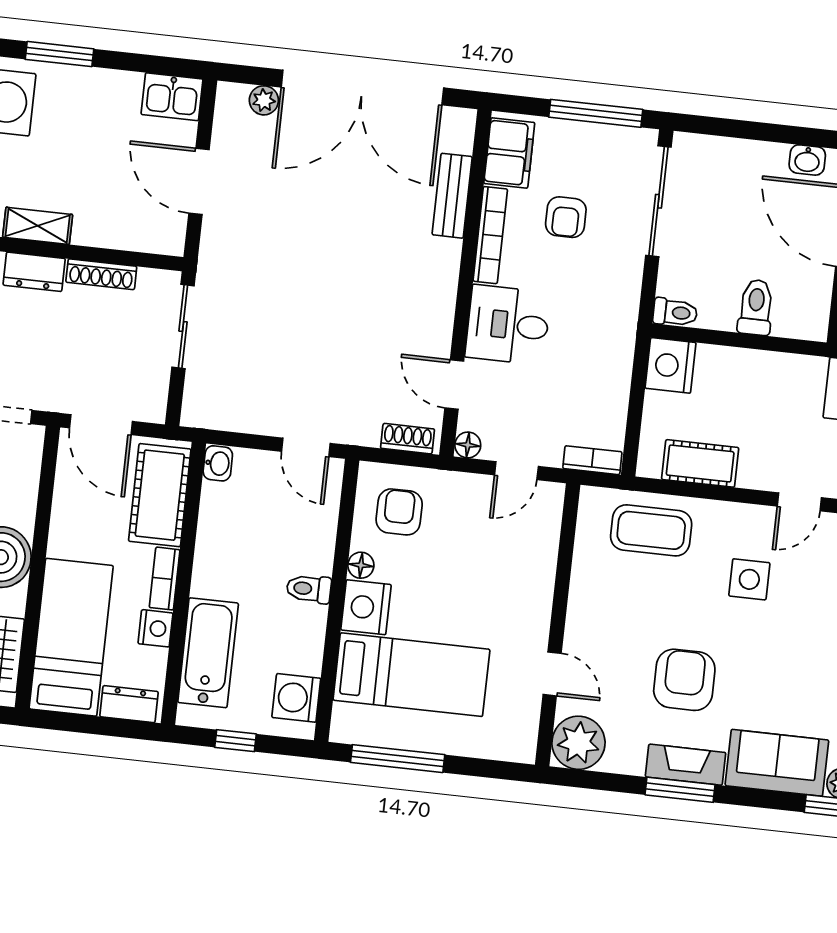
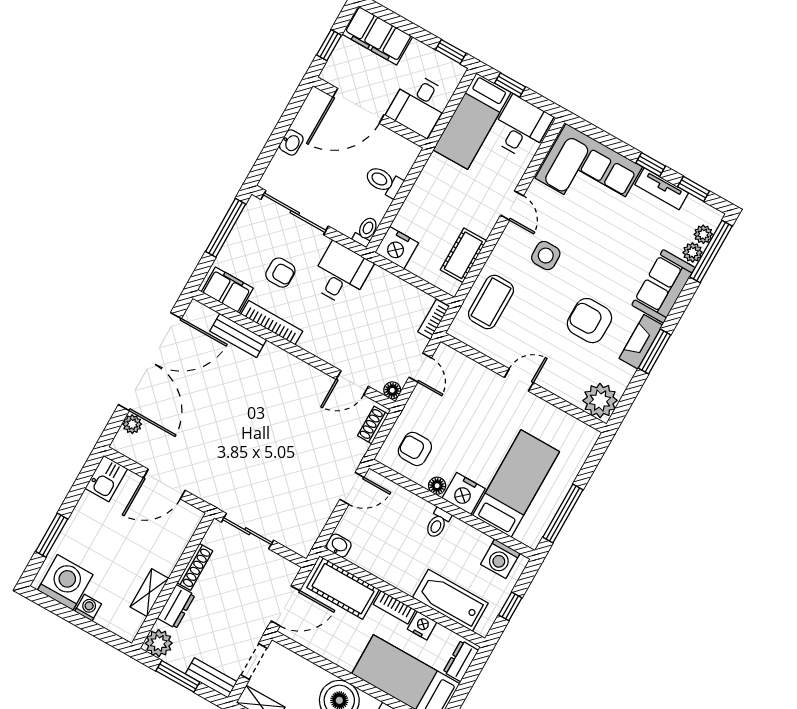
washbasin: (807, 160) -> (291, 143), moved
desk: (508, 325) -> (341, 274), moved, turned 180
door: (552, 674) -> (519, 380), moved

